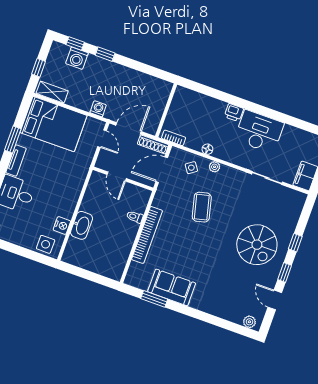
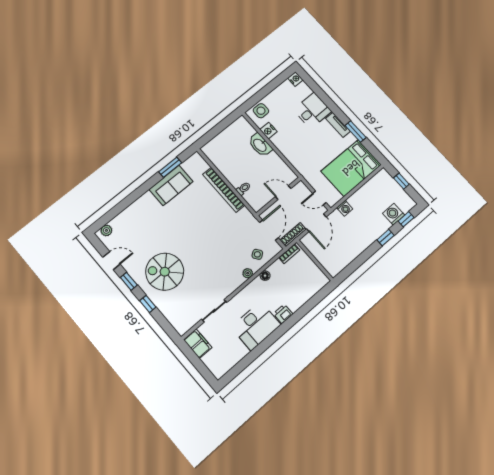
shelving: (52, 92) -> (377, 181), removed
coffee table: (202, 207) -> (221, 245), removed

